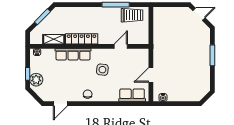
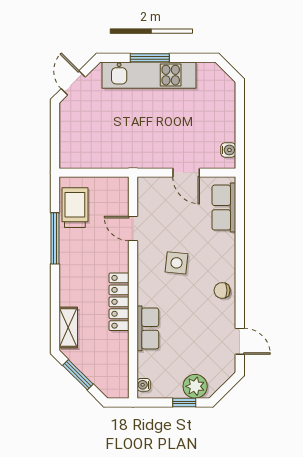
shelving: (54, 39) -> (68, 327), moved
row of seats: (73, 54) -> (148, 328), width x0.68
kitchen unit: (203, 55) -> (149, 75), added

